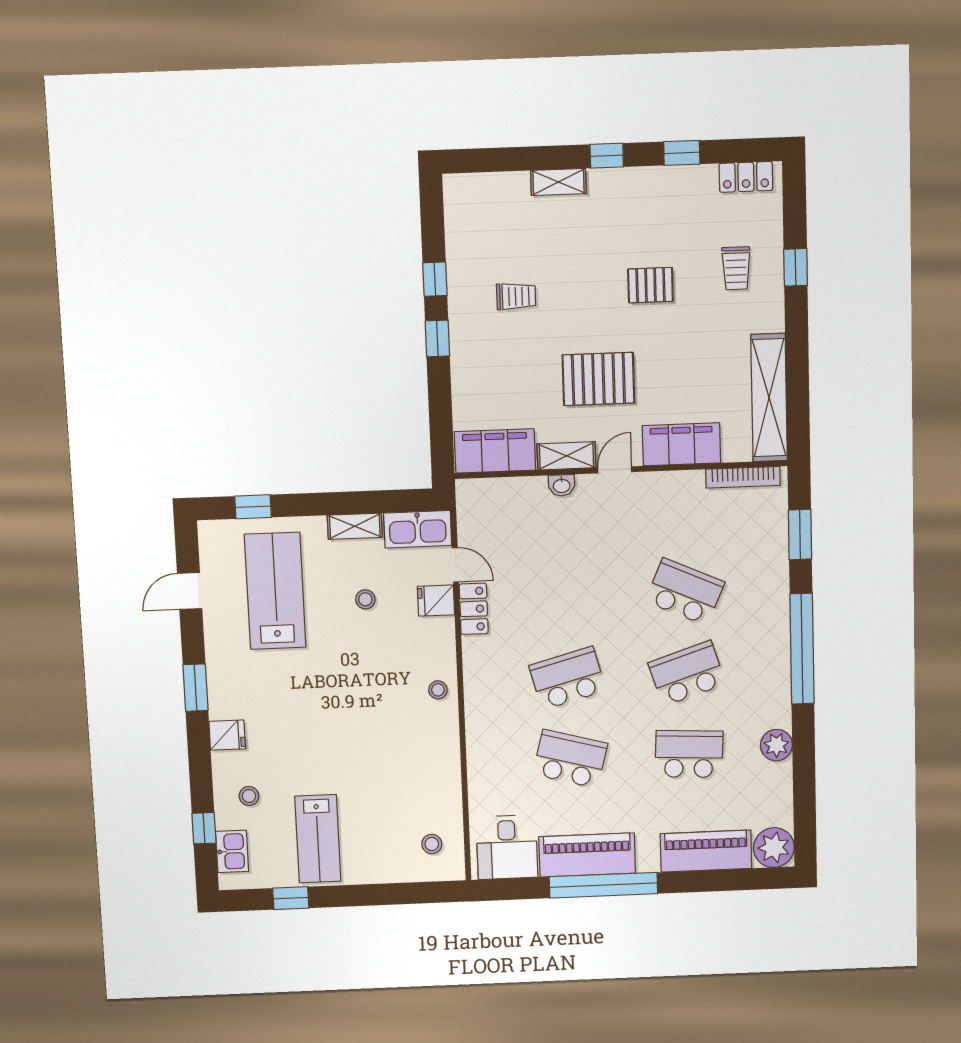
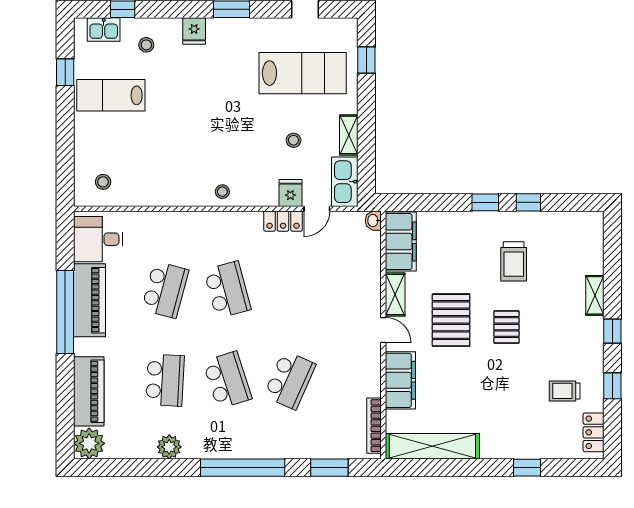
trolley: (736, 268) -> (565, 391), moved
pallet: (651, 285) -> (506, 327), moved
trolley: (516, 296) -> (514, 261), width x1.36, depth x1.39
washbasin: (562, 485) -> (373, 221), moved

